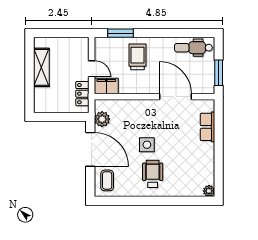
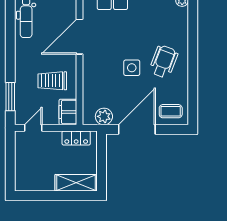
trolley: (137, 57) -> (52, 81), moved
shelving: (41, 67) -> (76, 183), moved
door: (92, 69) -> (33, 128), moved
wheelchair: (153, 174) -> (164, 62), turned 111

